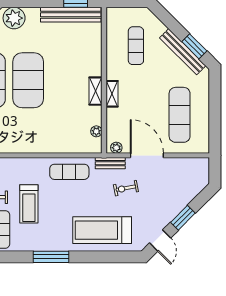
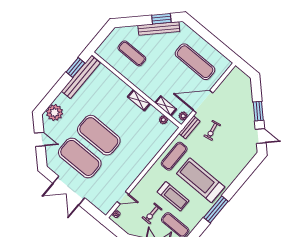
shelving: (112, 94) -> (166, 106), moved
treadmill: (102, 230) -> (201, 180), moved, turned 90

